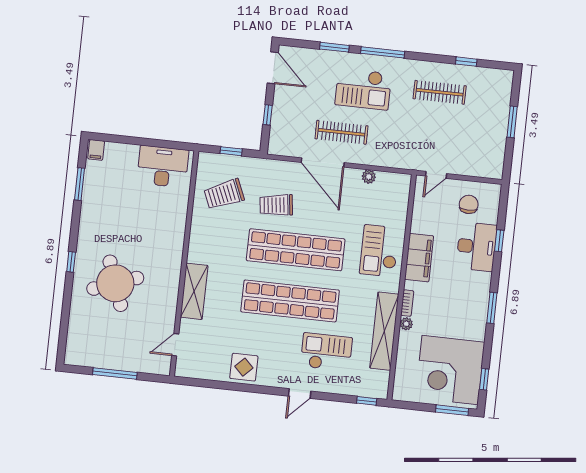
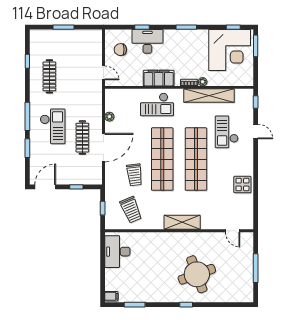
shelving: (194, 291) -> (182, 222), moved
door: (300, 394) -> (256, 131), moved

